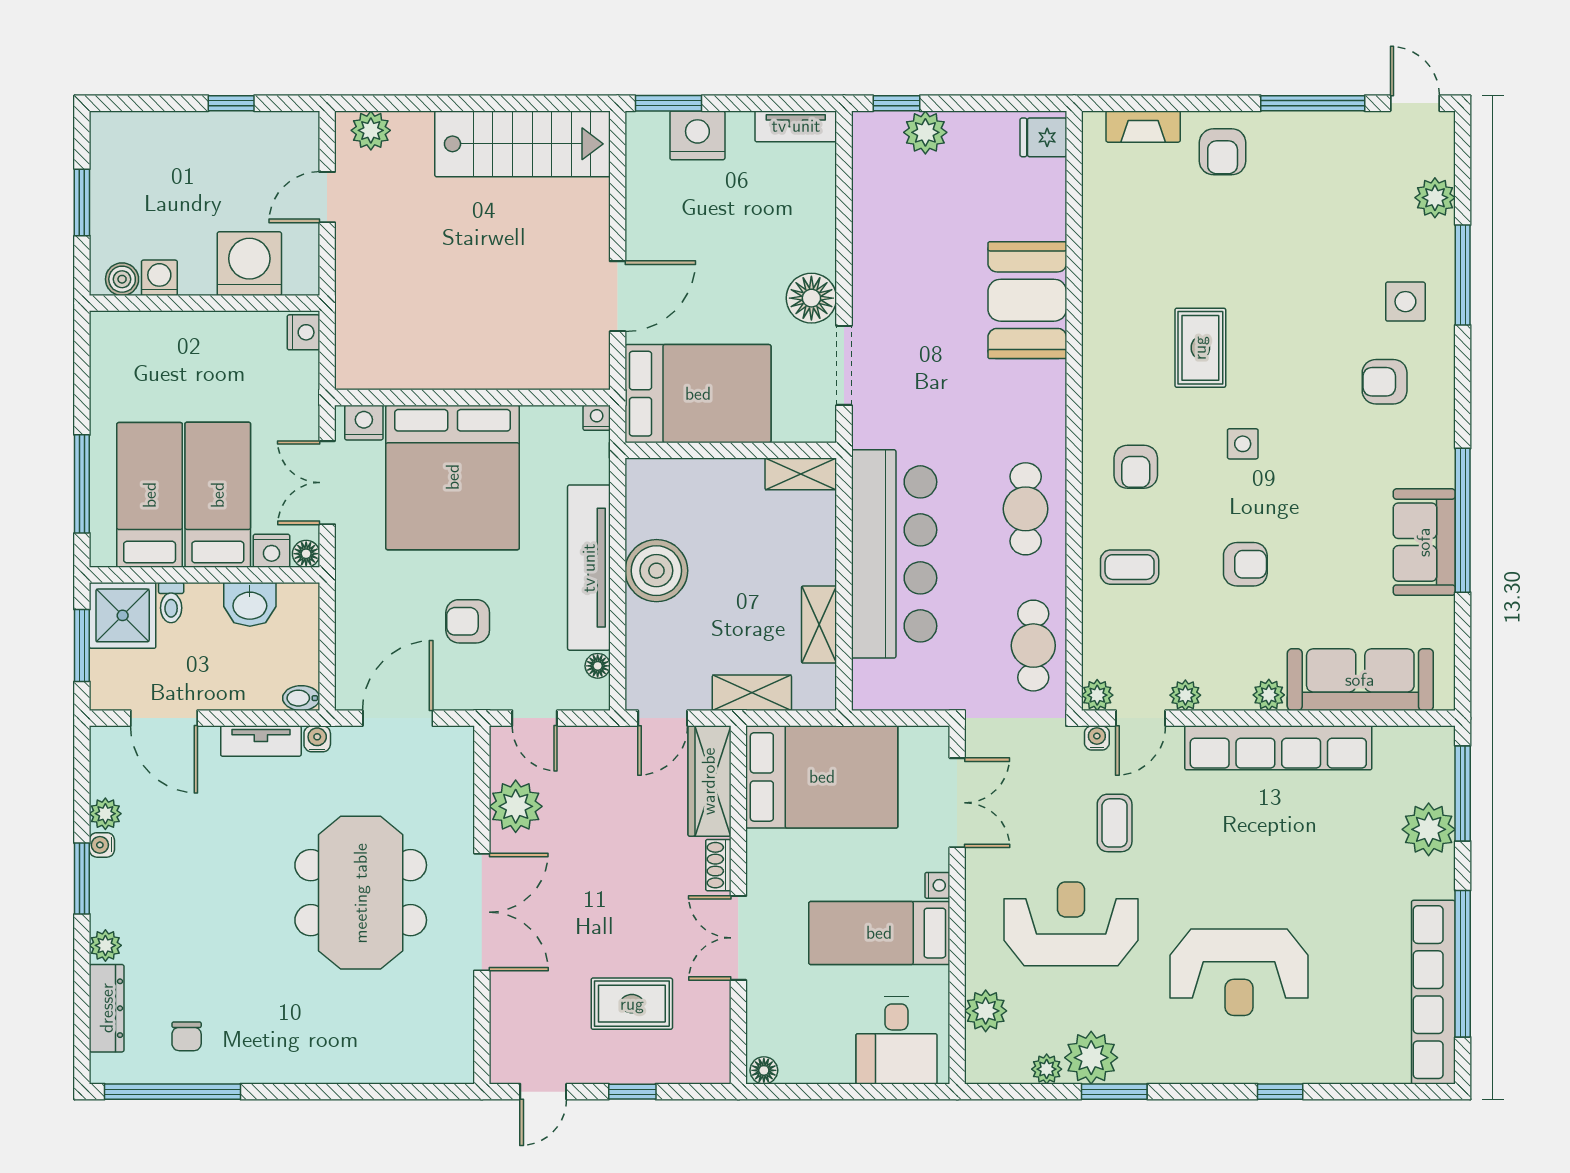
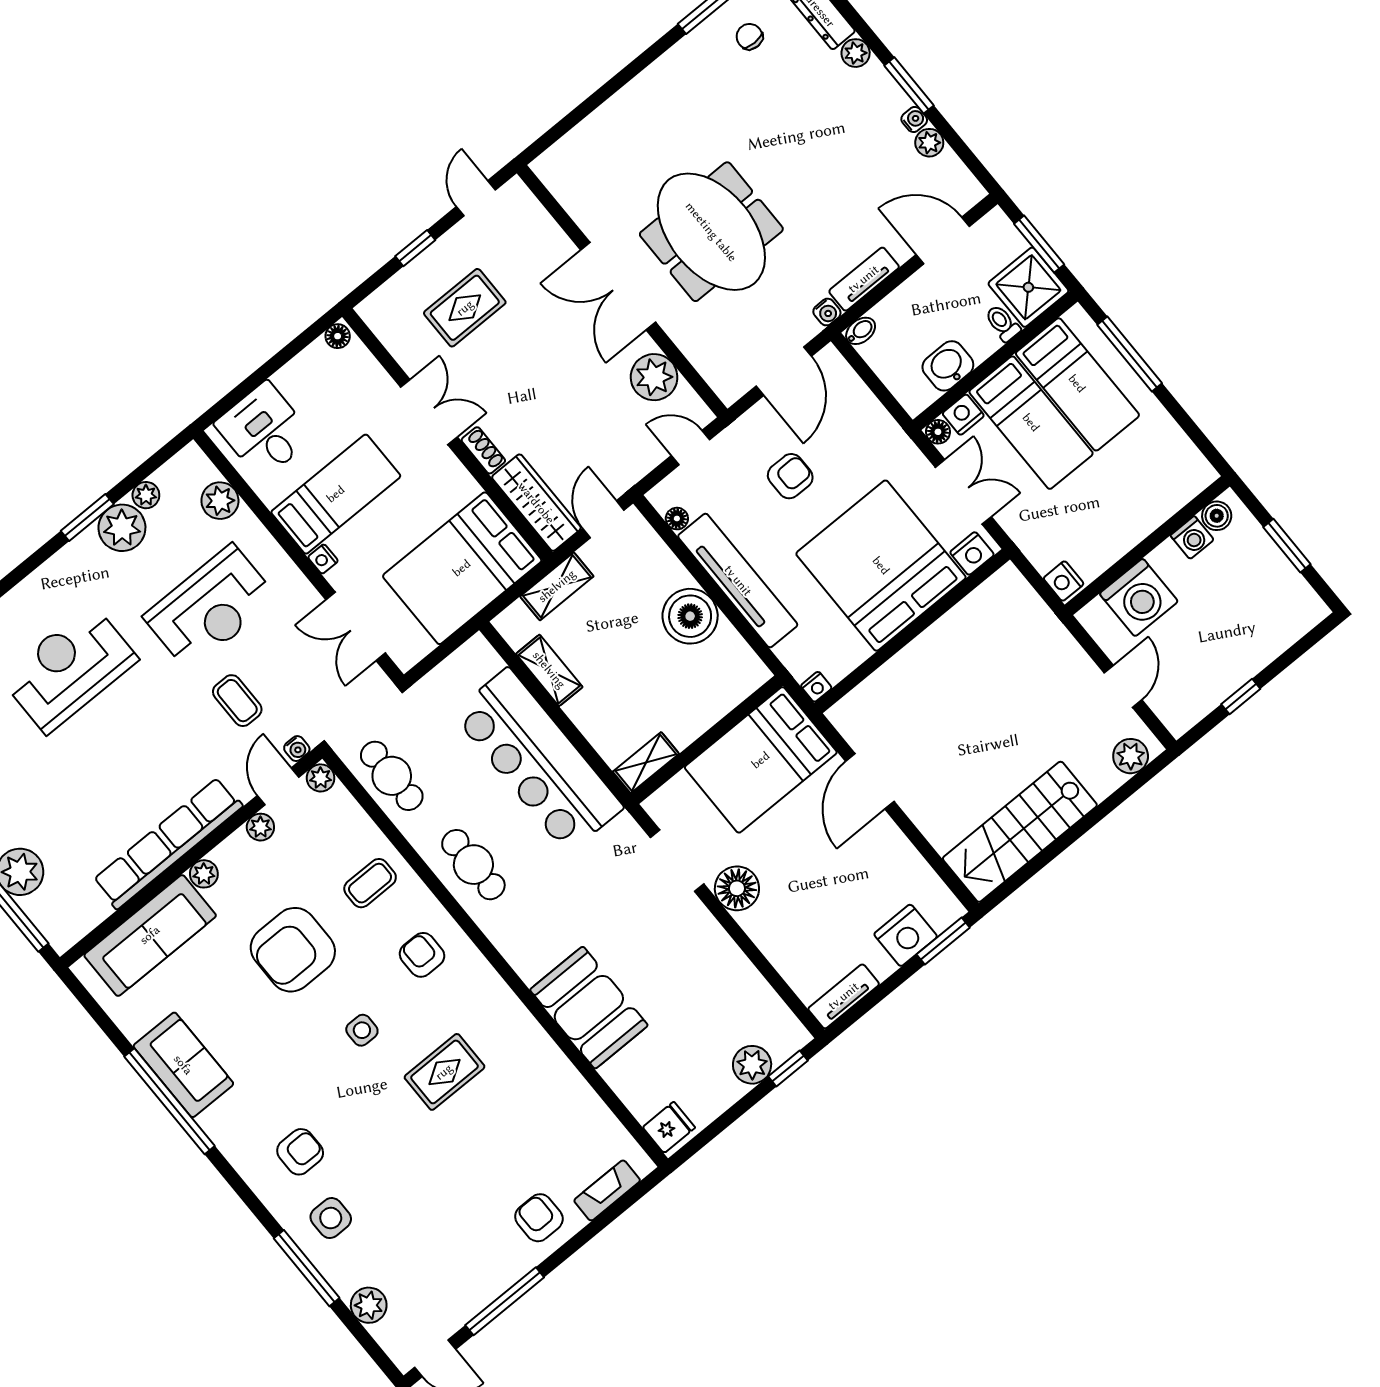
rug: (1200, 348) -> (444, 1072), turned 90
armchair: (1245, 564) -> (293, 950), width x1.88, depth x1.88

